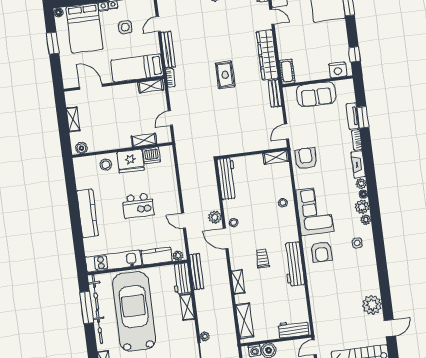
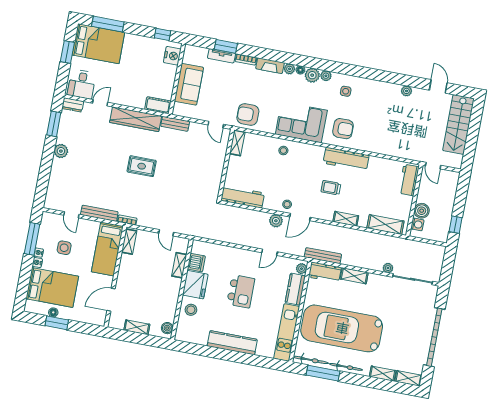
floor lamp: (58, 12) -> (53, 312), moved
plant: (372, 305) -> (406, 91), width x0.53, depth x0.53

